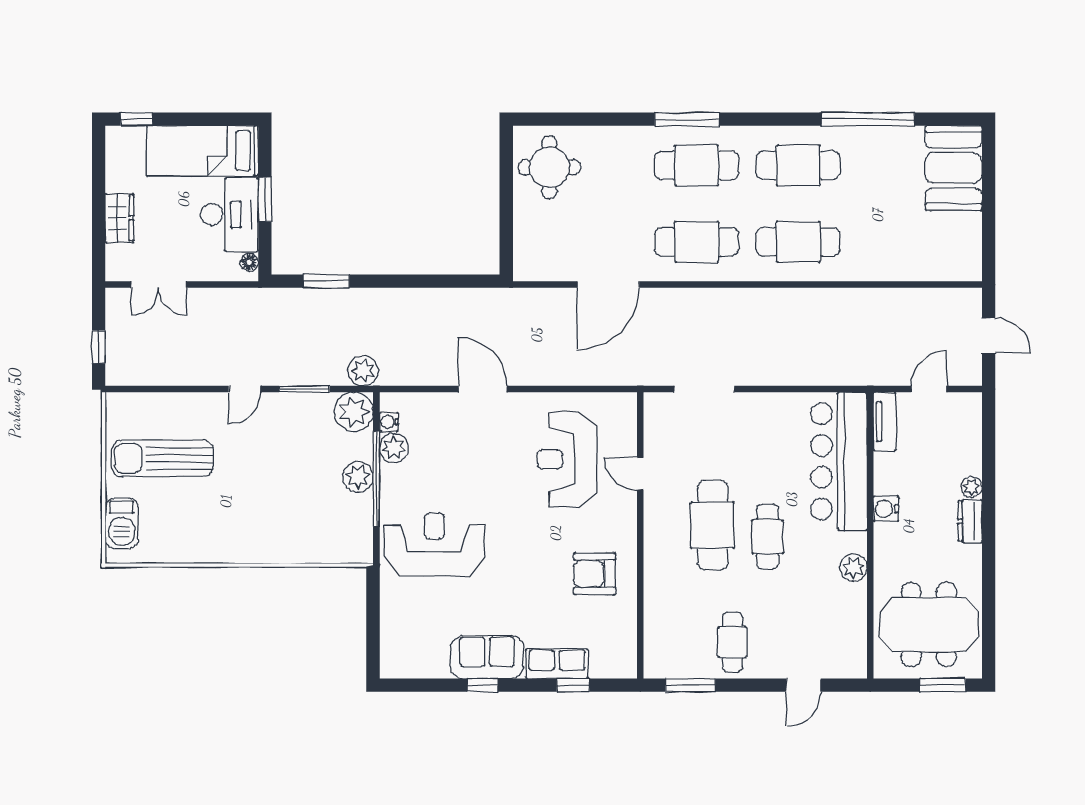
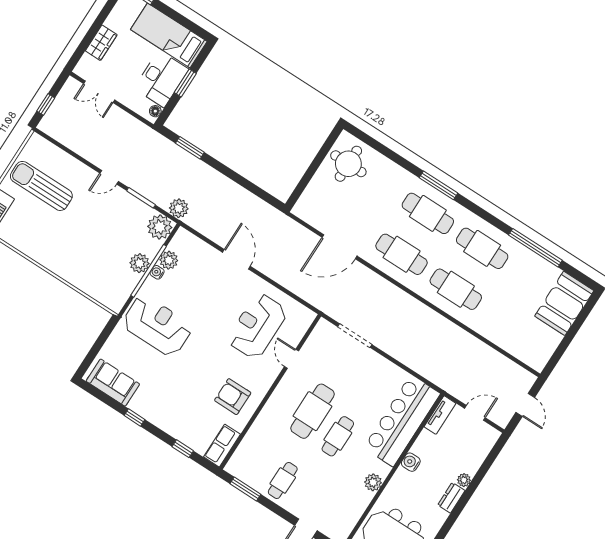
water cooler: (389, 422) -> (157, 272), moved
sofa: (487, 657) -> (113, 383), moved
row of seats: (557, 664) -> (222, 446), moved, turned -90

